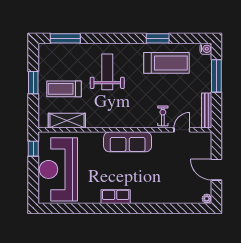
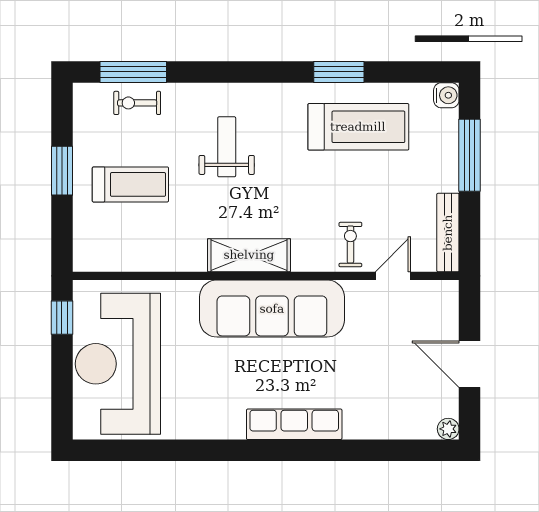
exercise bike: (67, 52) -> (137, 103), added
weight bench: (107, 72) -> (227, 147), width x0.73, depth x0.75
treadmill: (64, 89) -> (130, 184), turned 180
shelving: (67, 121) -> (249, 255), moved
sofa: (128, 142) -> (272, 309), width x1.36, depth x1.27
row of seats: (116, 197) -> (294, 424), moved, width x1.48

